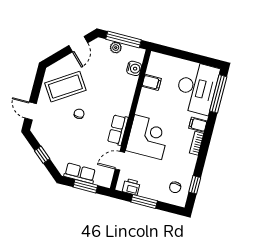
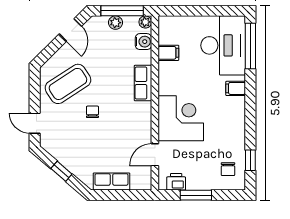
plant: (140, 53) -> (145, 22), added
row of seats: (118, 130) -> (143, 83), moved
bookcase: (197, 143) -> (240, 111), removed
window: (85, 186) -> (122, 195), removed

